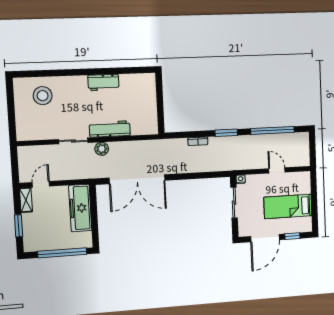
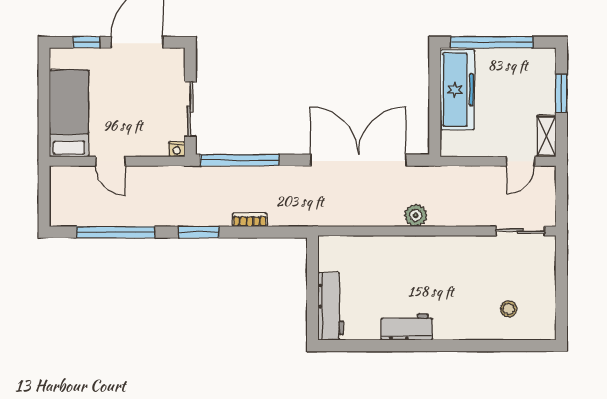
stool: (43, 96) -> (509, 309), width x0.53, depth x0.53
workbench: (110, 129) -> (331, 306), moved, turned -90
sliding door: (73, 141) -> (520, 231), moved
window: (205, 175) -> (239, 160), added
bed: (288, 206) -> (69, 113), moved, turned -90
freezer: (80, 208) -> (457, 90), moved

